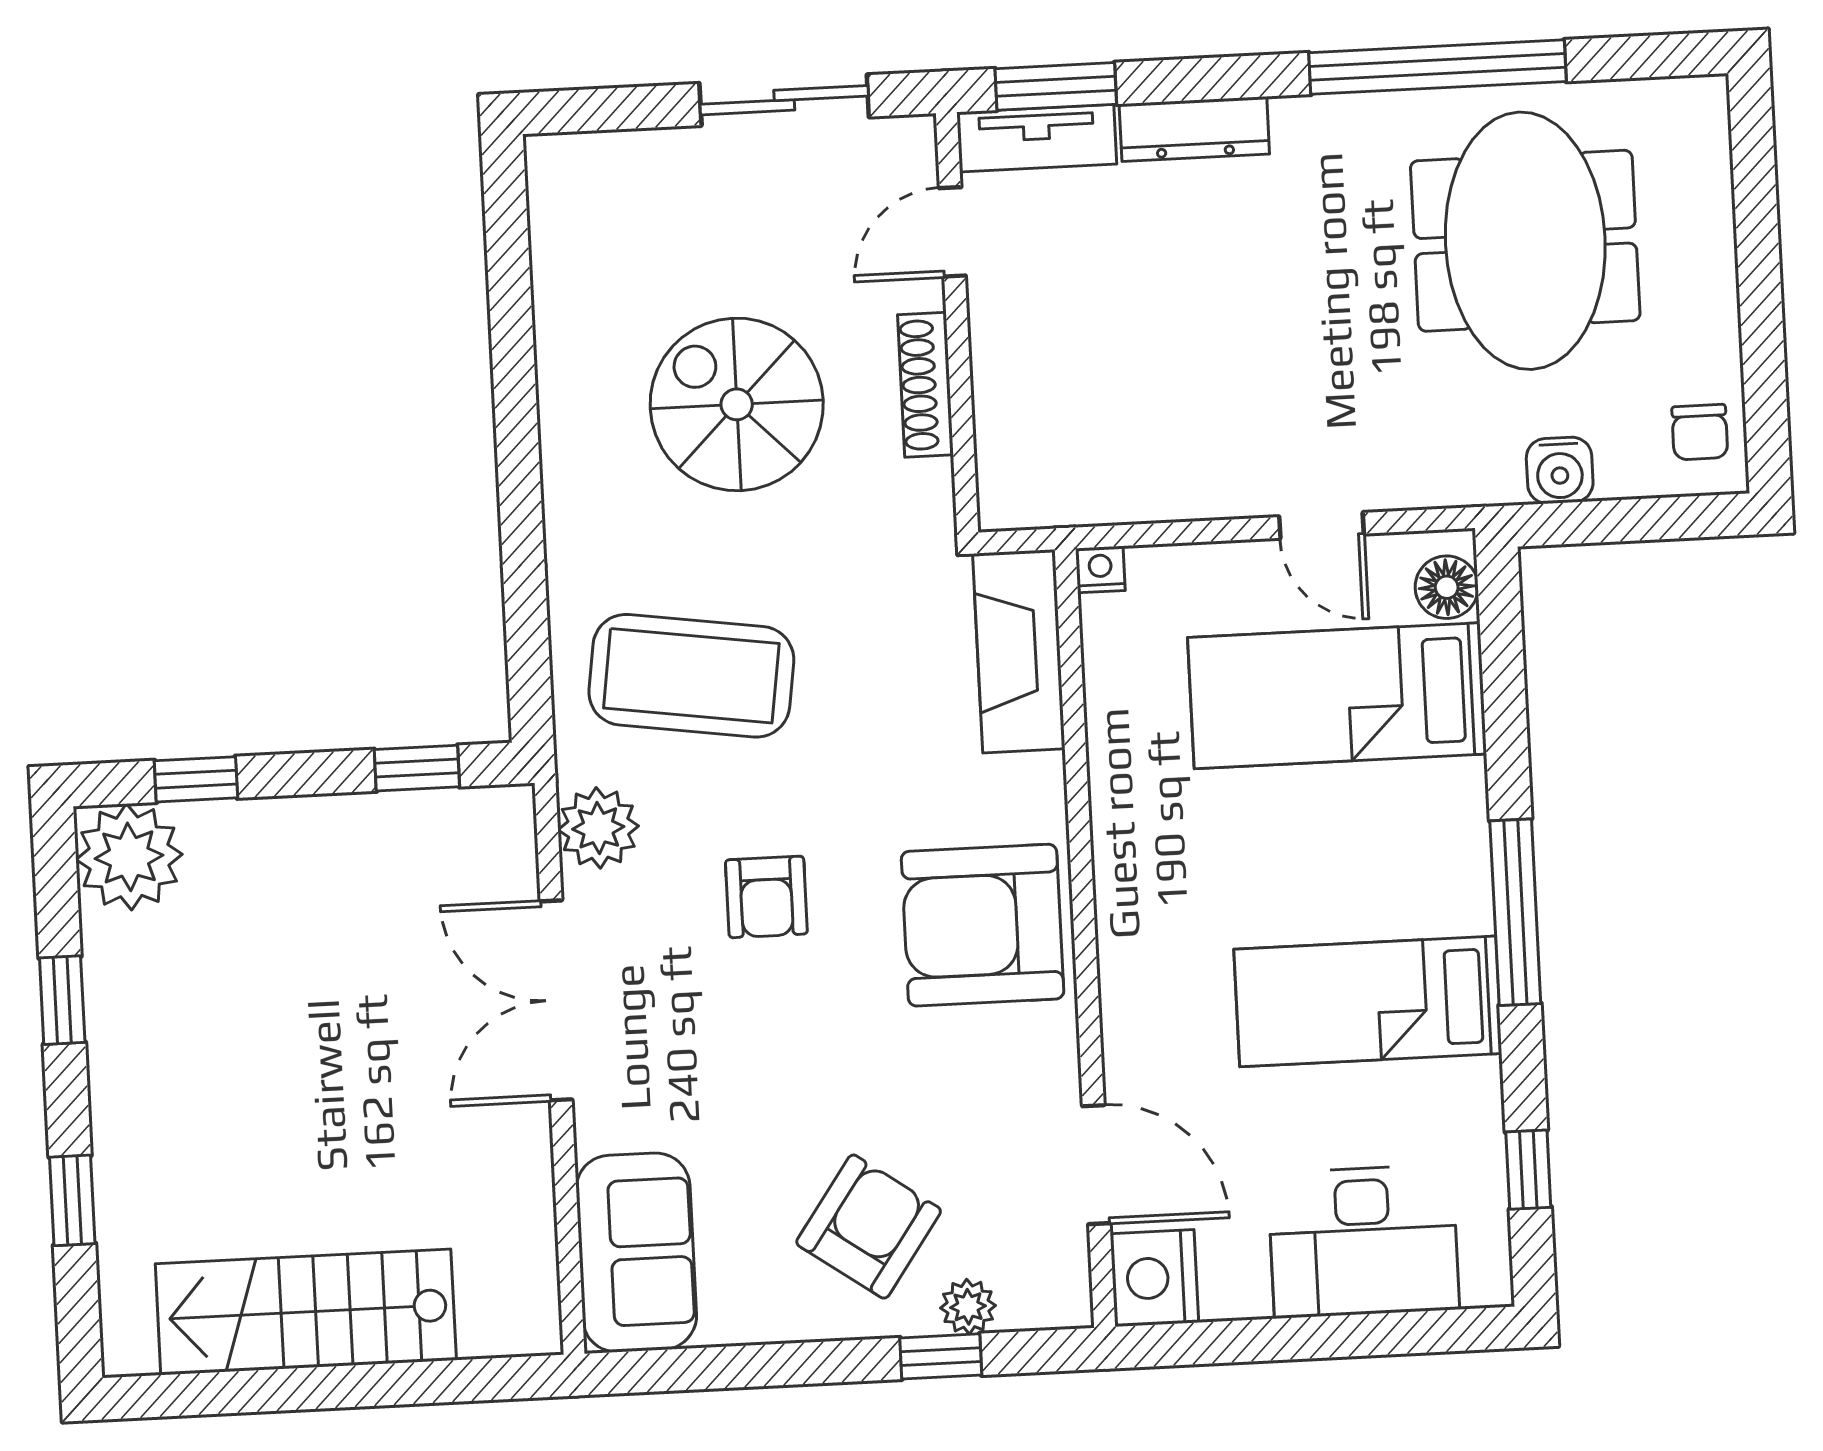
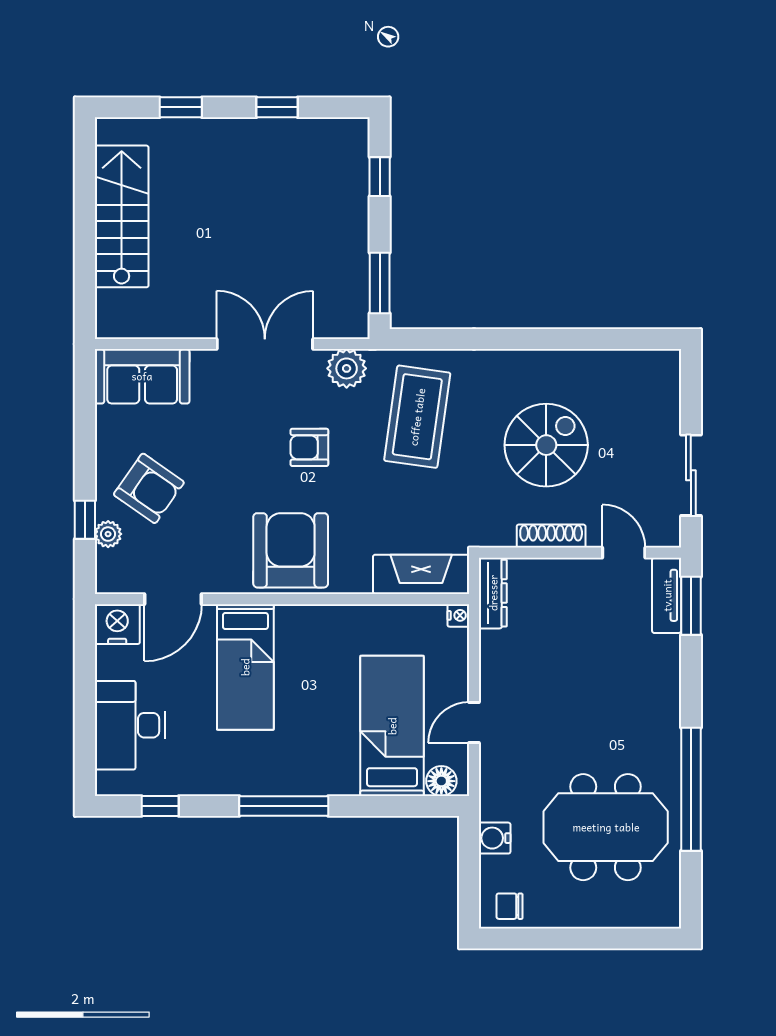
dresser: (1194, 129) -> (493, 593), moved, turned 180
window: (417, 768) -> (380, 283), width x1.50
plant: (129, 857) -> (344, 143), removed
bed: (1368, 1001) -> (245, 667), moved, turned 180

